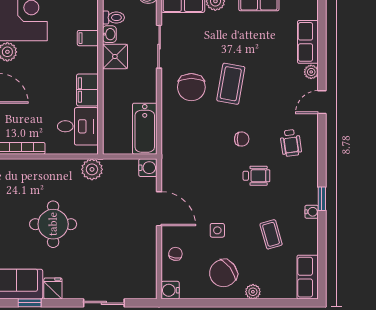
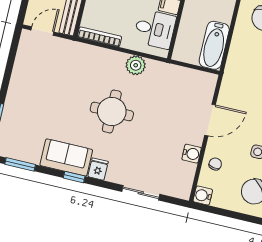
water cooler: (148, 168) -> (192, 154), moved
plant: (92, 169) -> (136, 65), moved
door: (159, 209) -> (210, 120), hinge flipped

